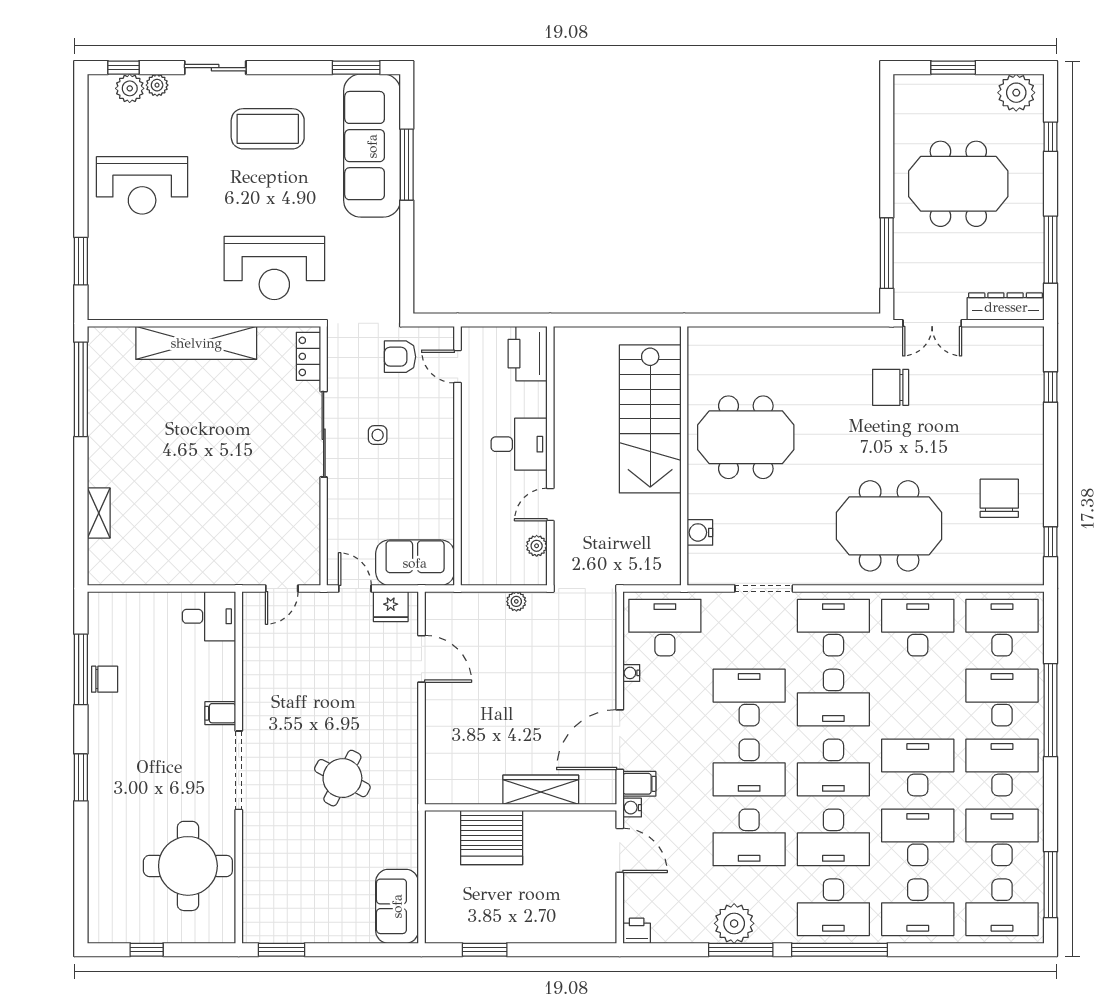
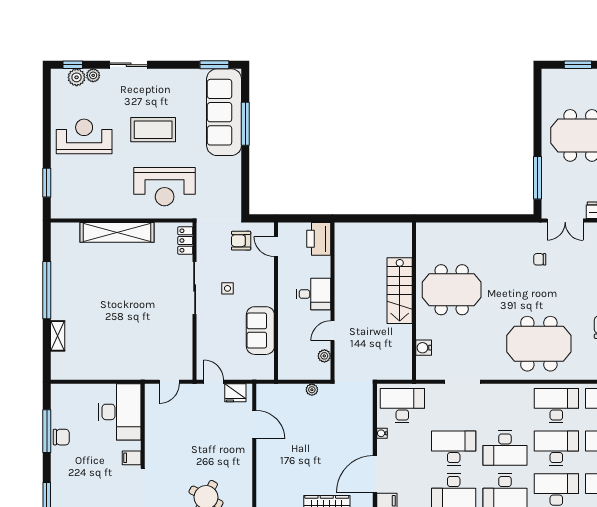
coffee table: (268, 129) -> (153, 130), moved
reception desk: (142, 185) -> (84, 136), turned 180
chair: (891, 387) -> (540, 259), width x0.54, depth x0.54
window: (81, 389) -> (47, 290), moved
stairs: (650, 419) -> (400, 291), width x0.73, depth x0.66
sofa: (415, 563) -> (260, 331), moved, turned -90
desk: (209, 616) -> (120, 412), width x1.87, depth x1.30
desk: (833, 628) -> (556, 448), moved

